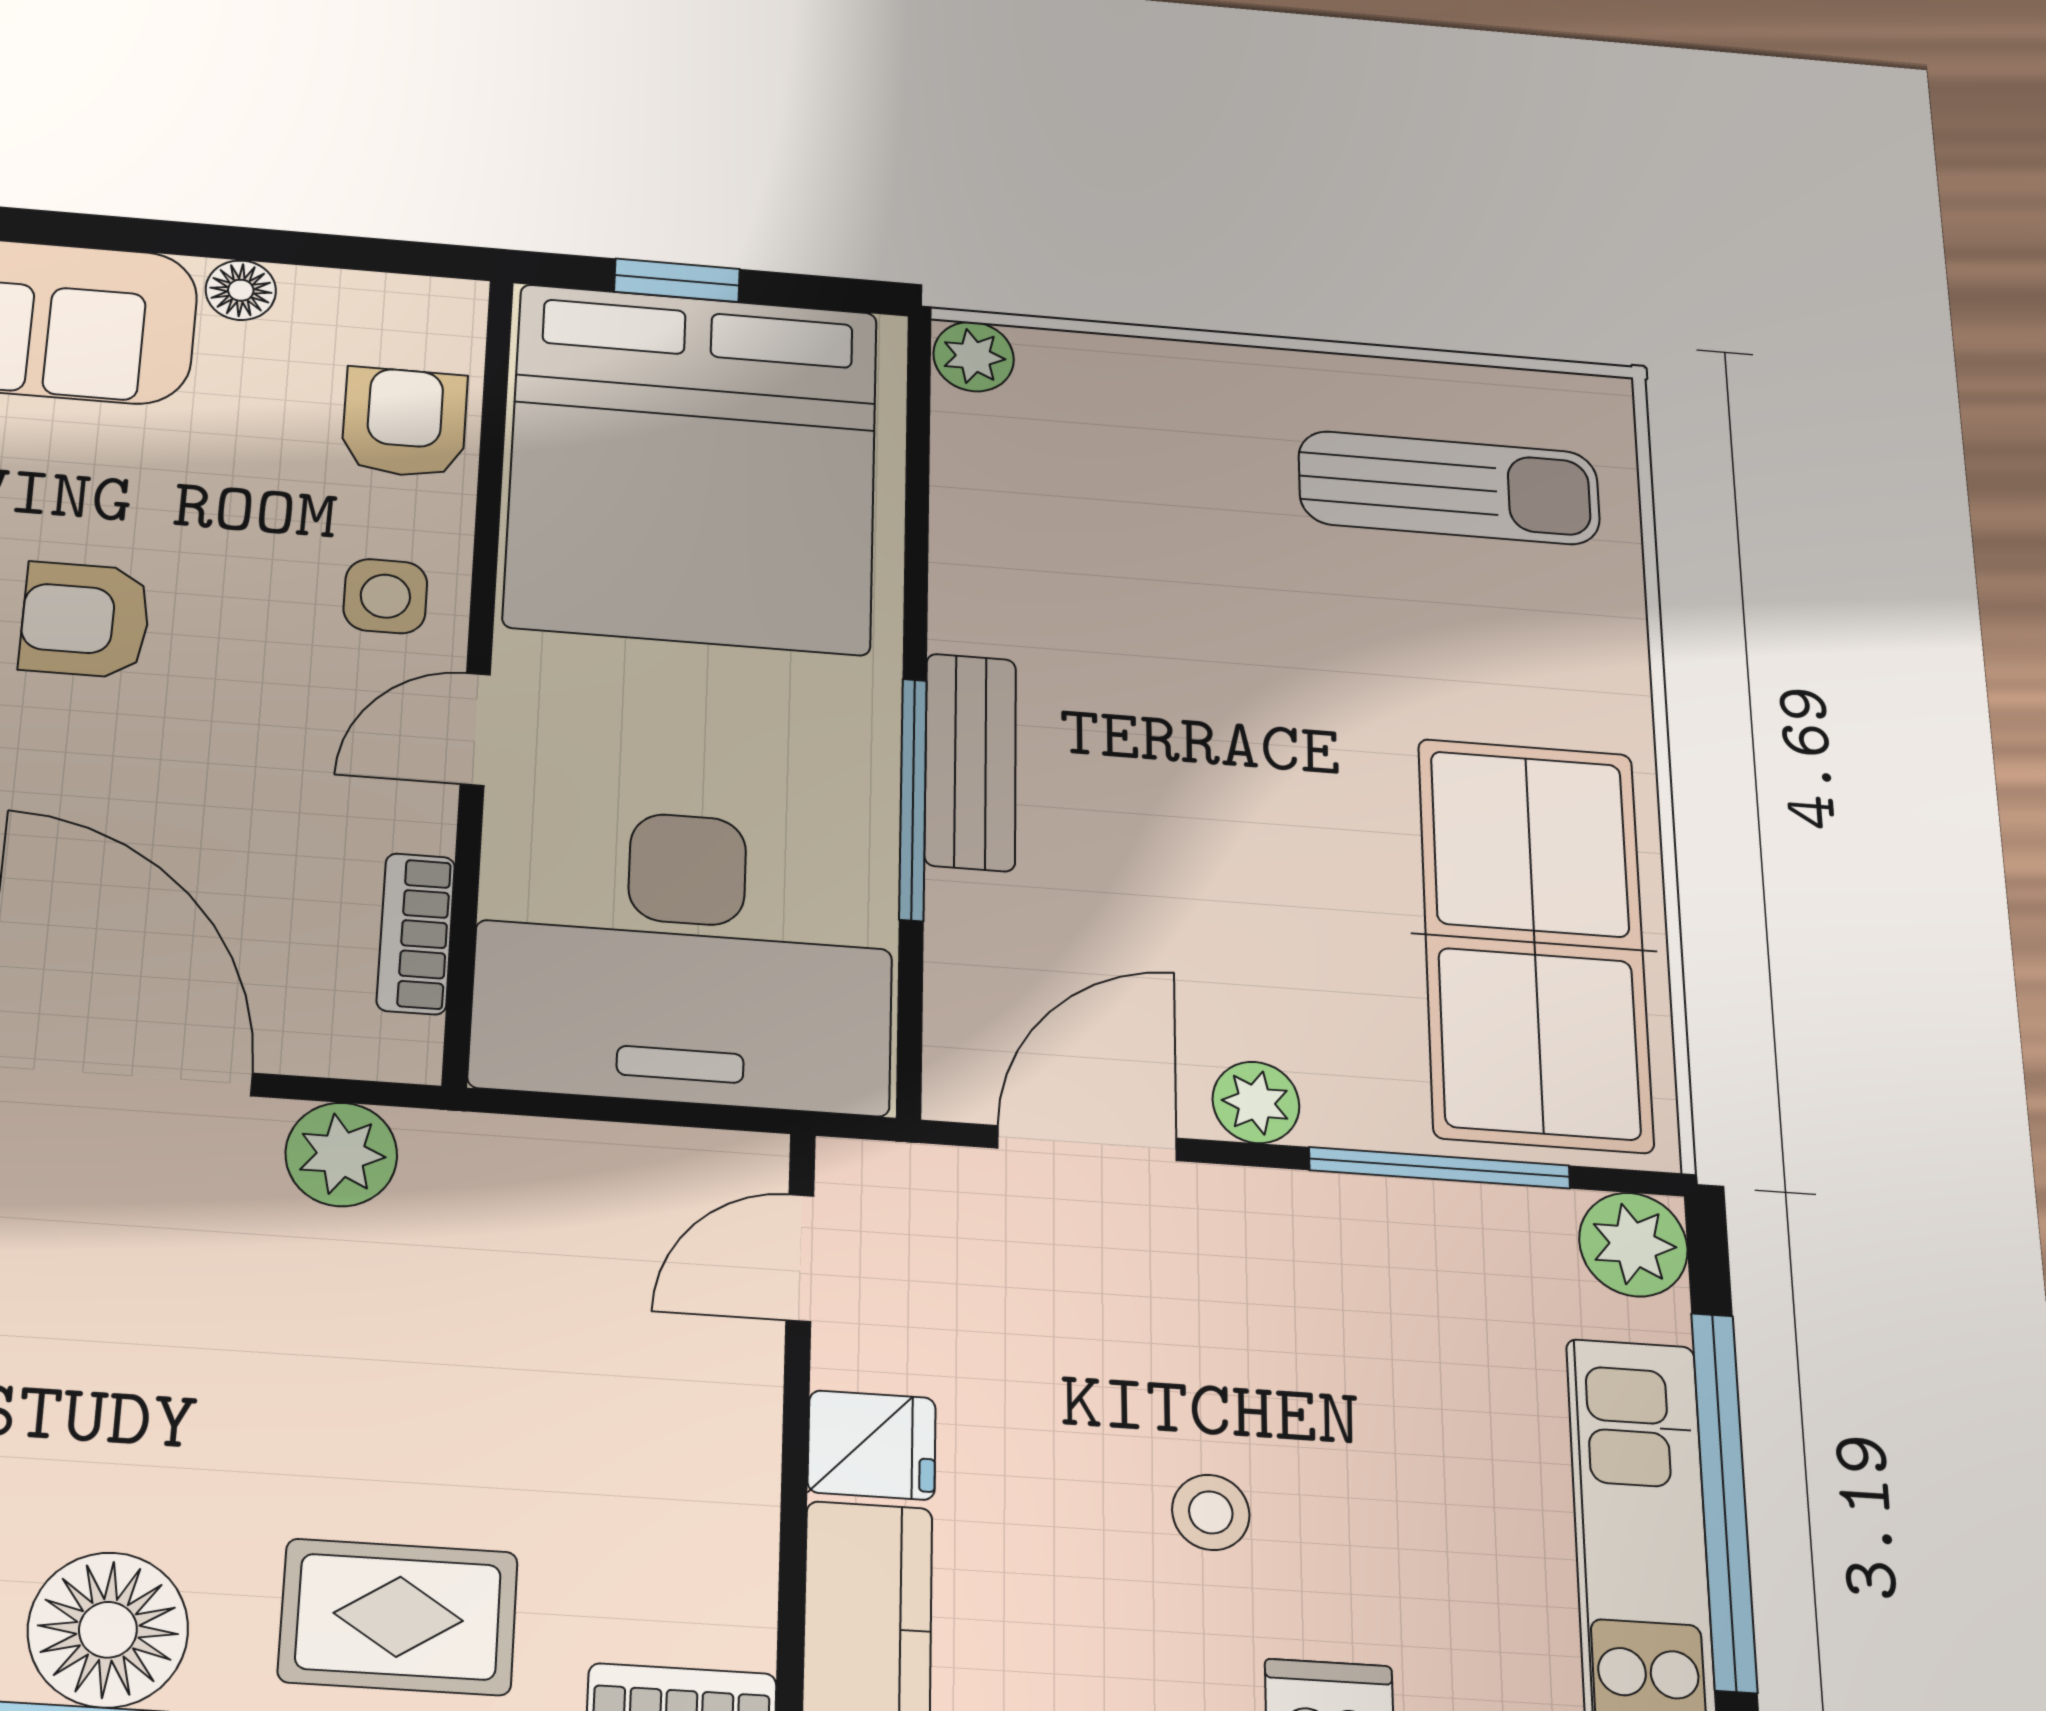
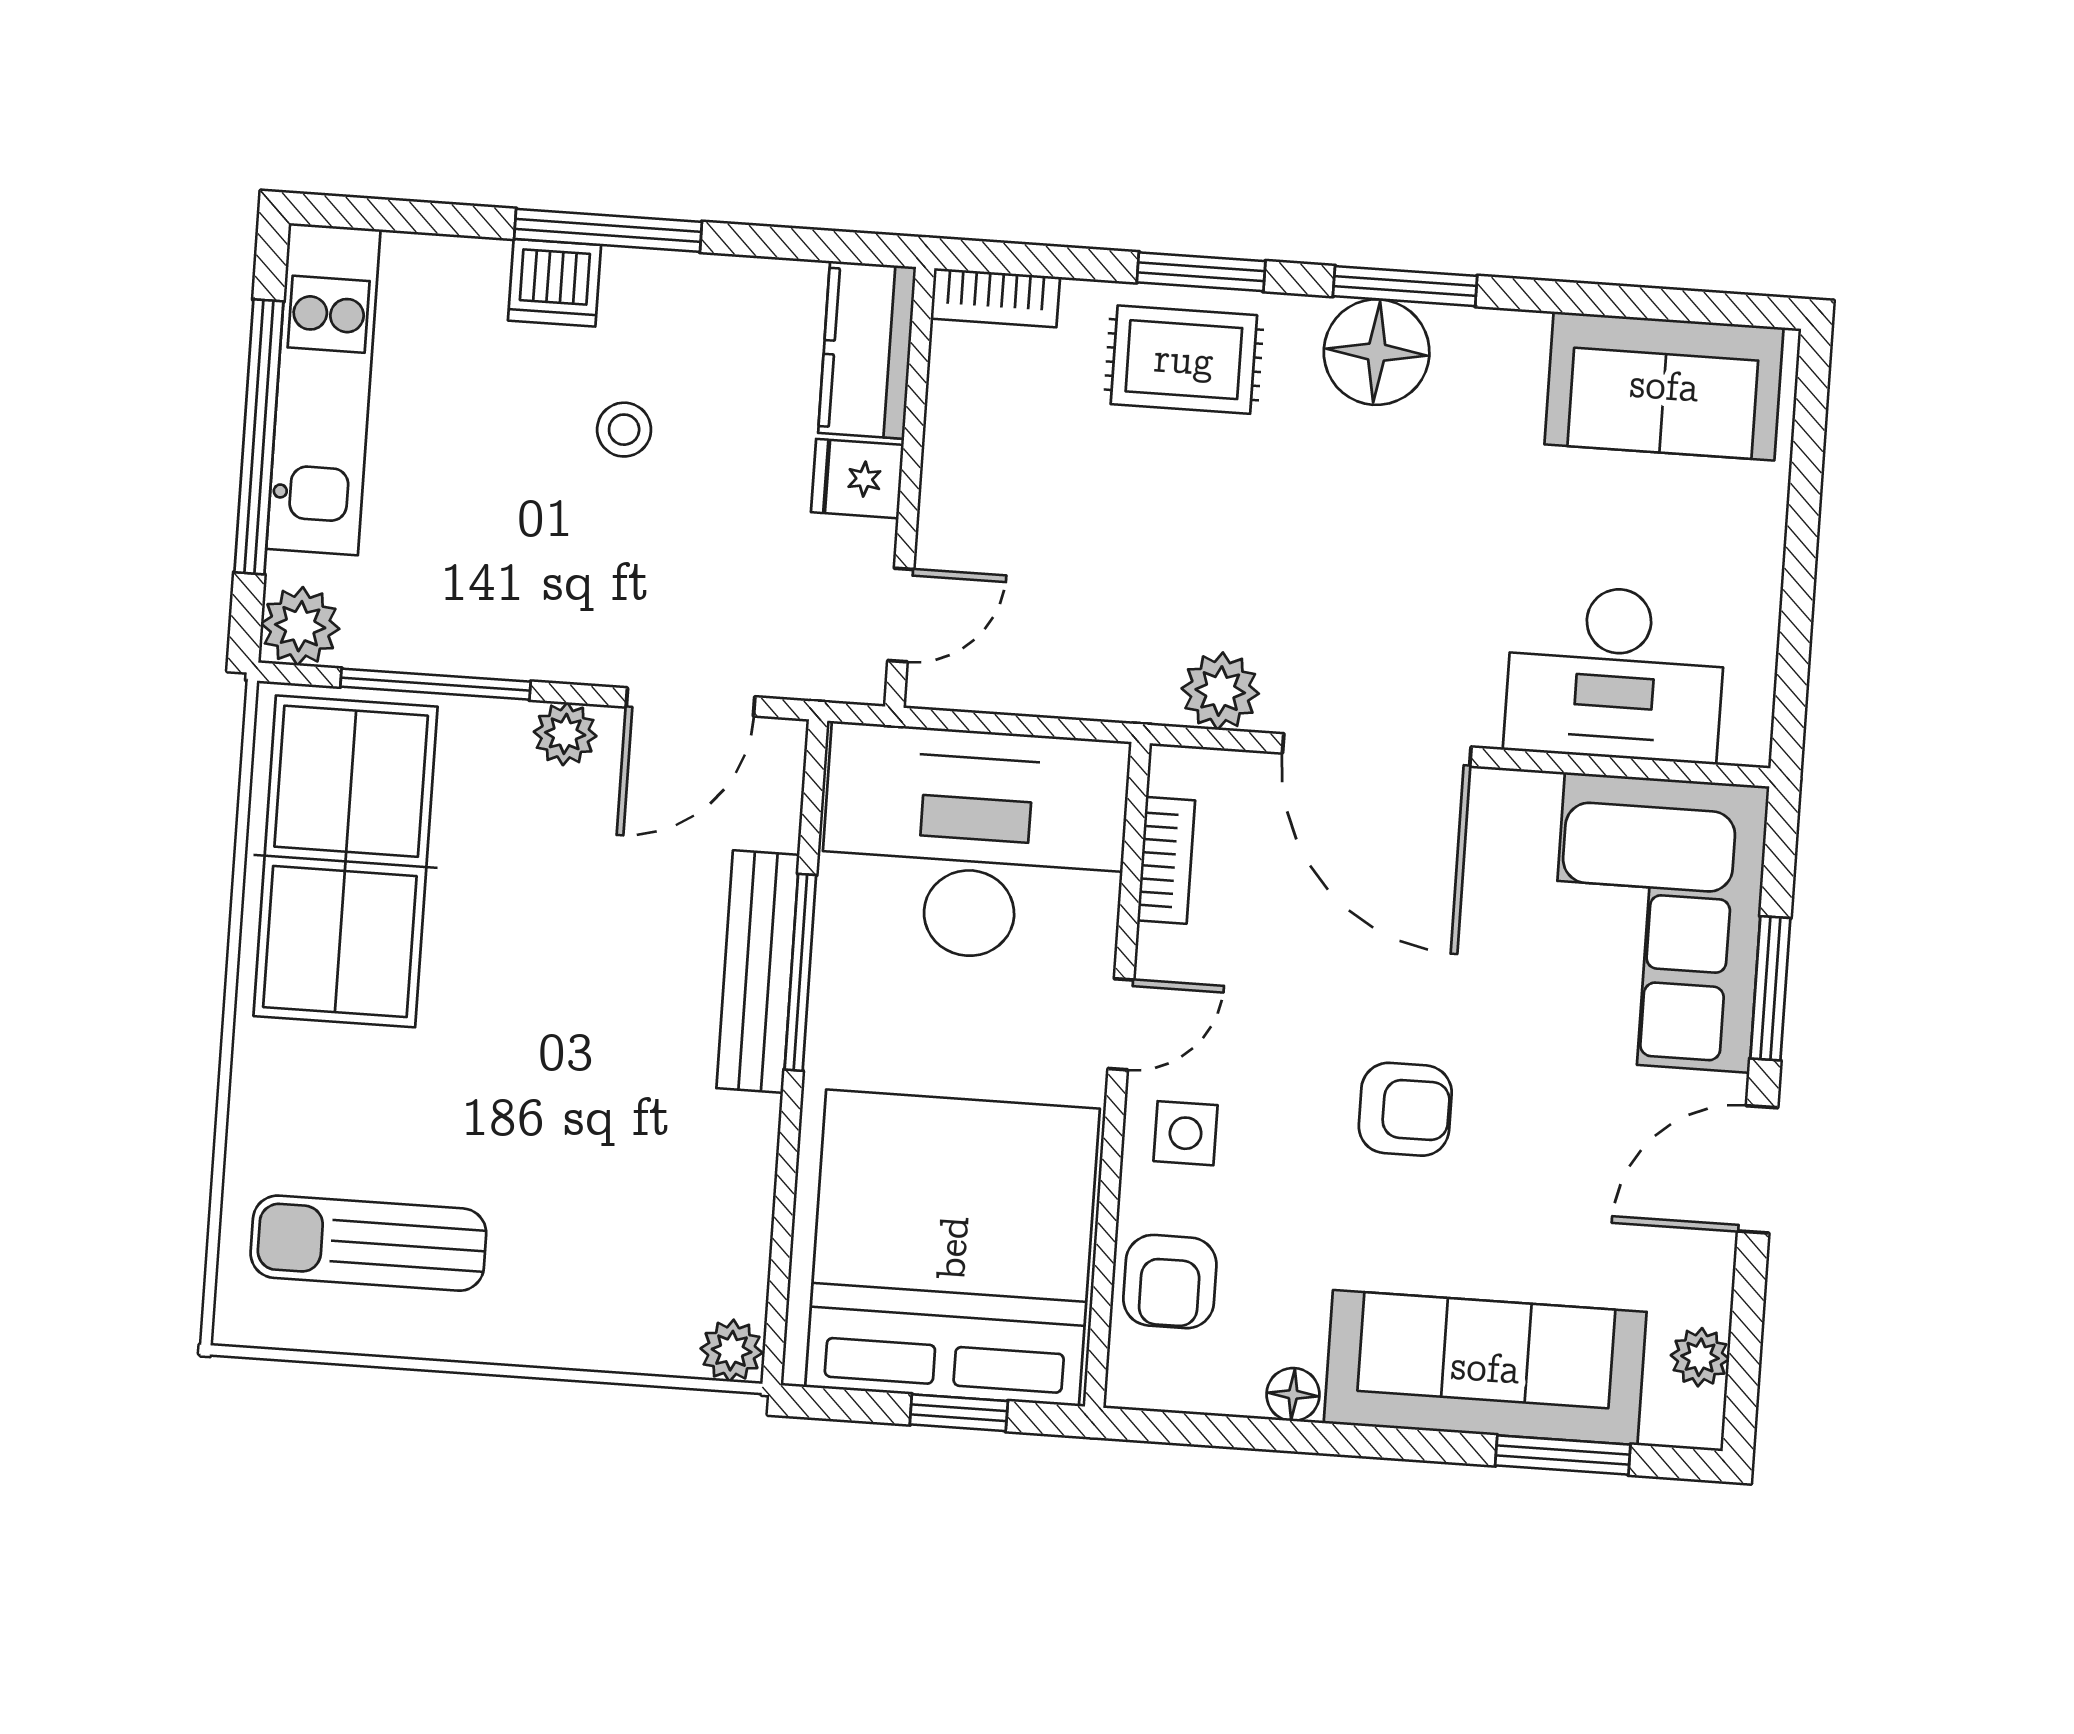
bench: (970, 762) -> (758, 971), width x1.36

